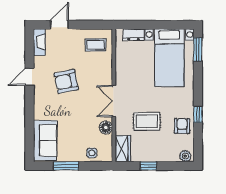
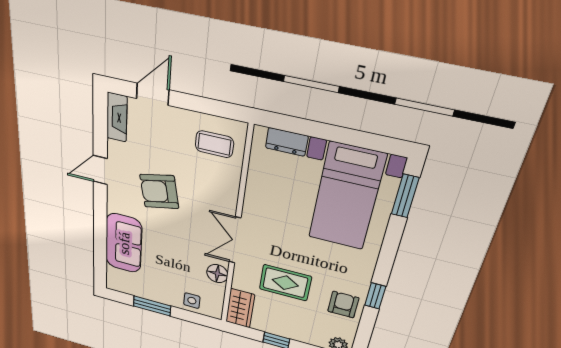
sofa: (45, 140) -> (124, 243), moved

